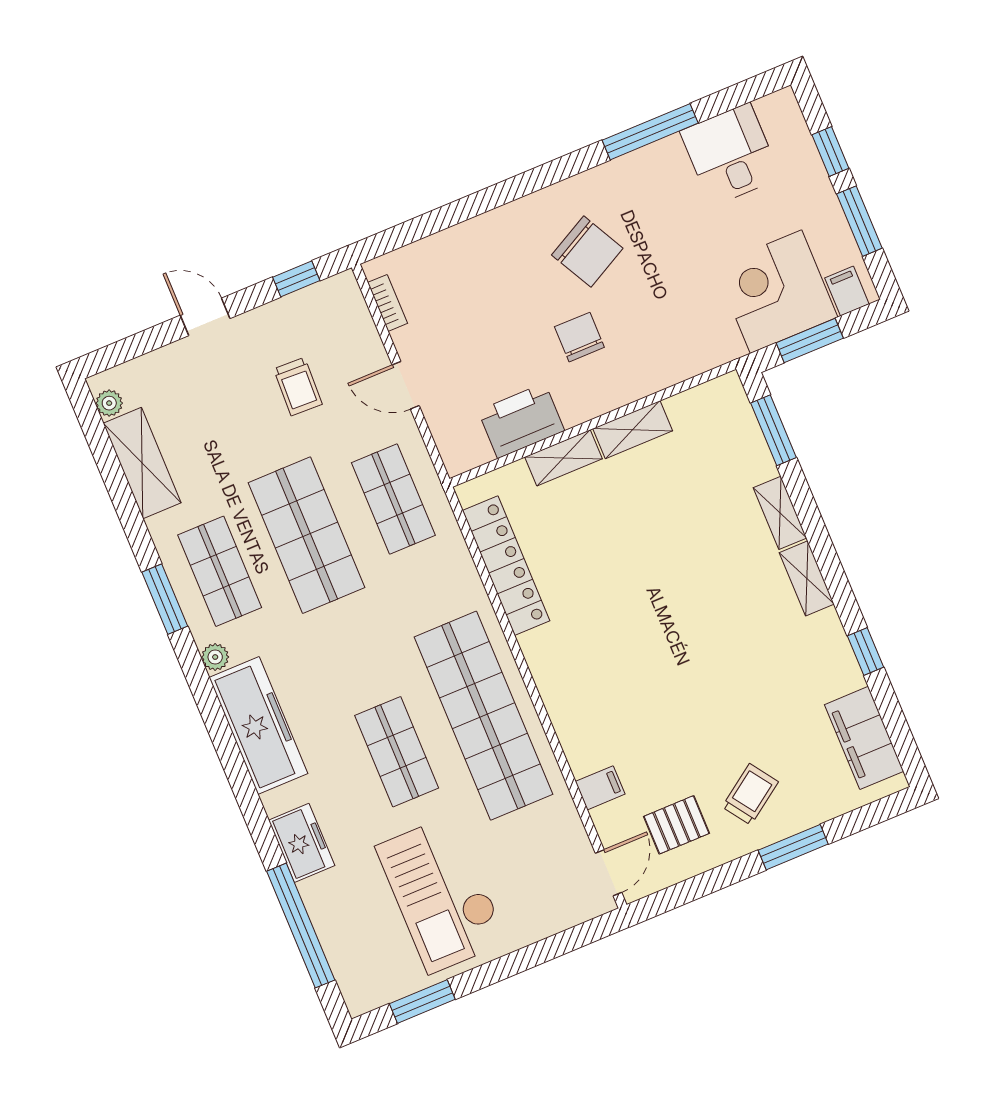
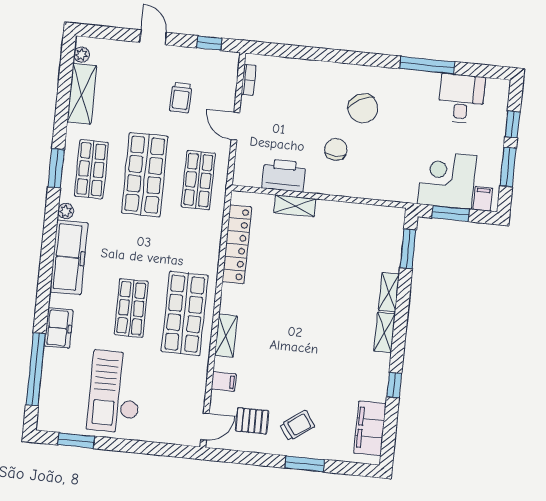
shelving: (633, 430) -> (226, 336), moved, turned 90
shop shelf: (484, 716) -> (185, 313), width x0.71

